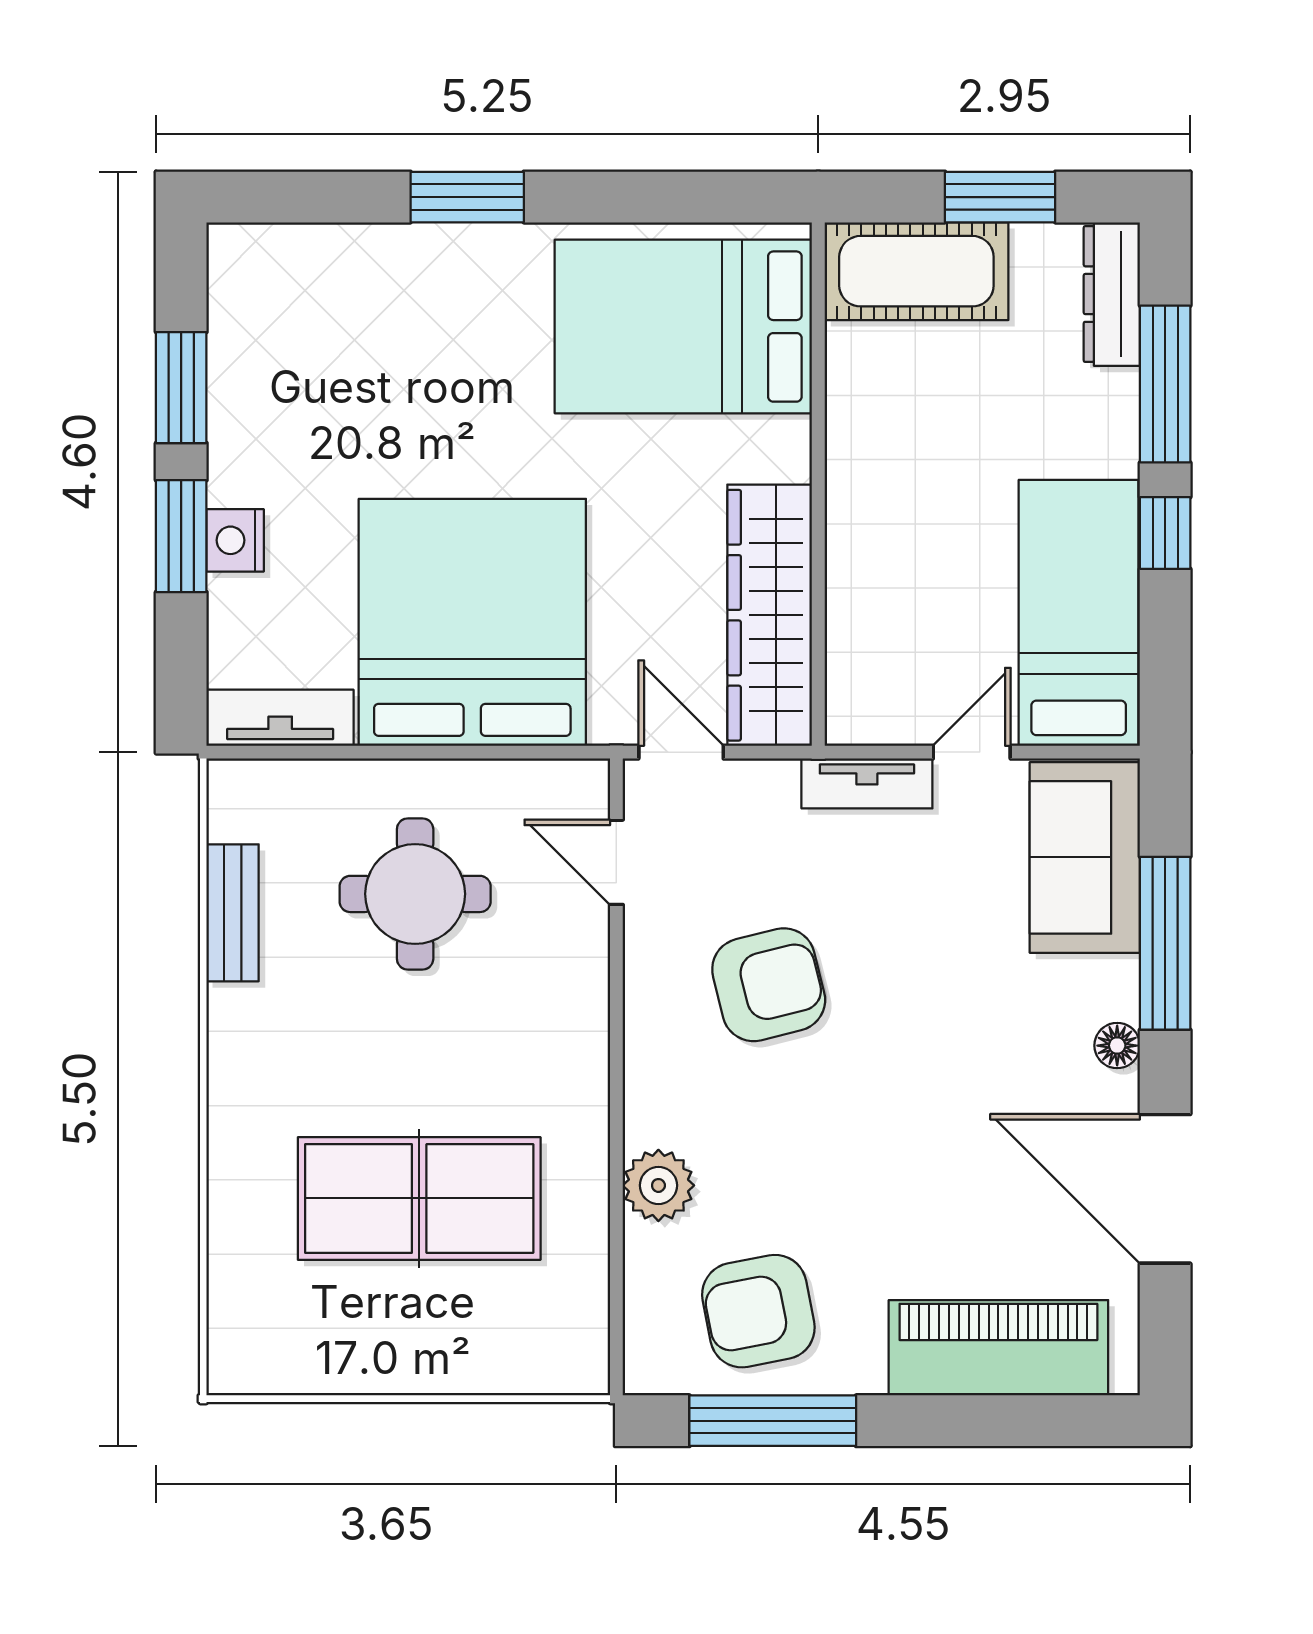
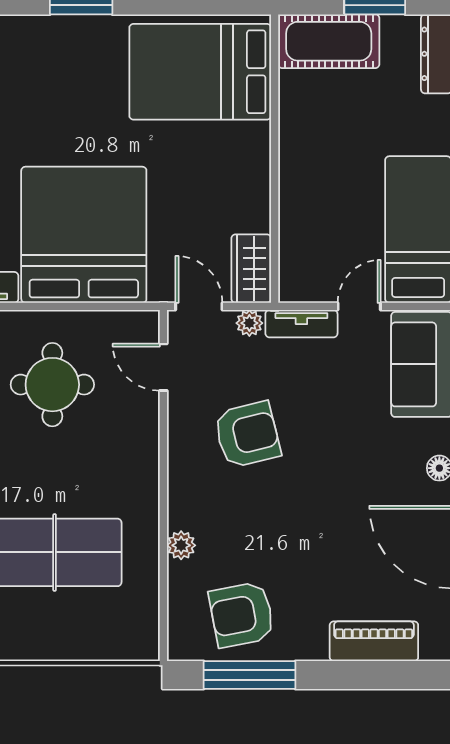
wardrobe: (770, 615) -> (251, 269), width x0.48, depth x0.85
plant: (773, 782) -> (249, 323), added
plant: (658, 1185) -> (181, 545), width x0.73, depth x0.73
piano: (998, 1348) -> (374, 641), width x0.73, depth x0.75

